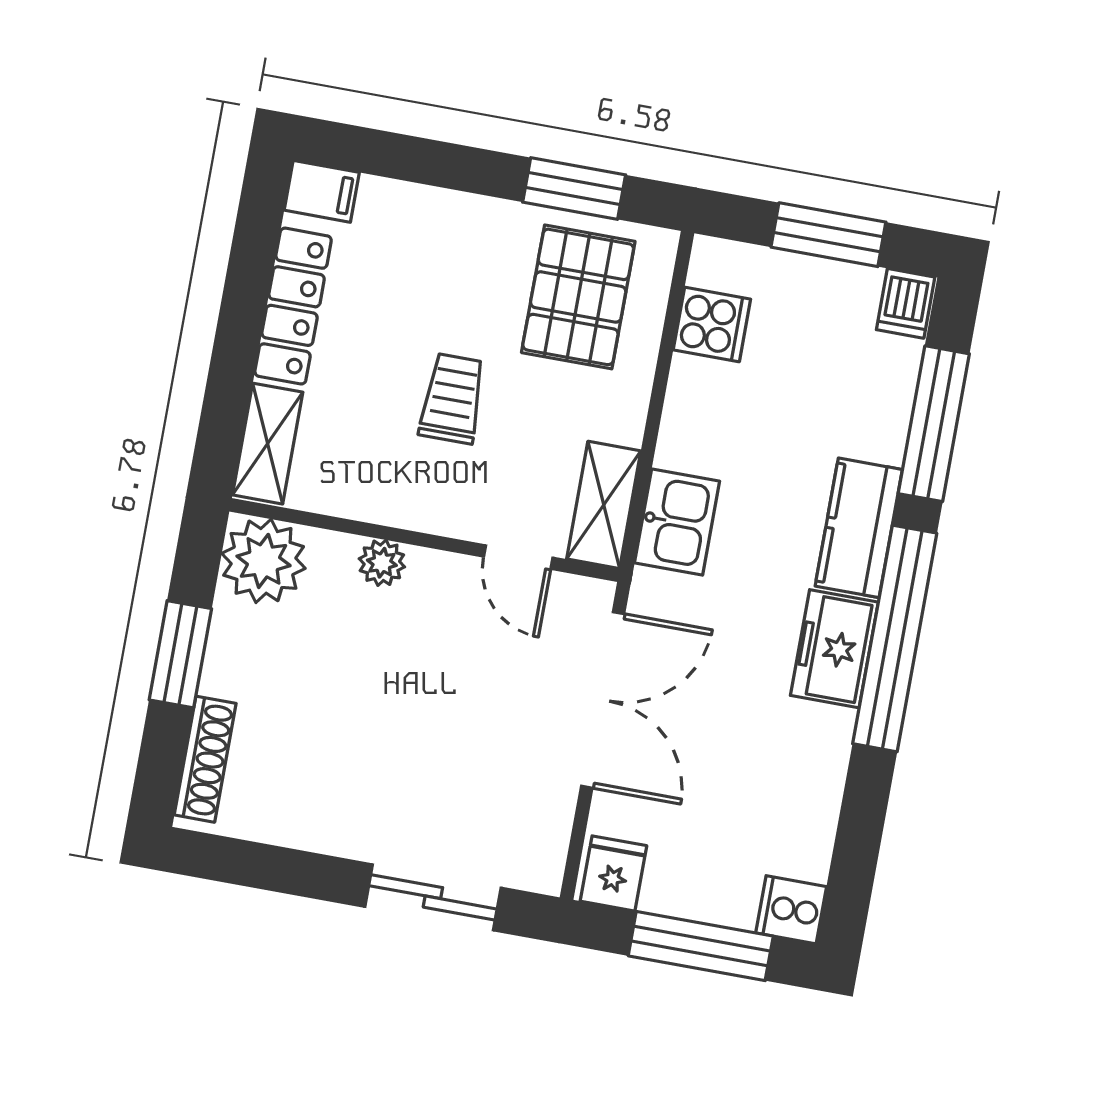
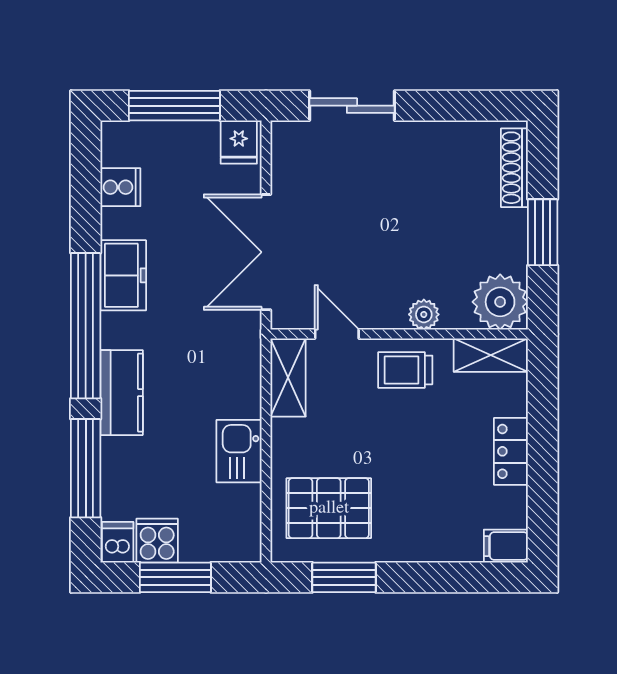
pallet: (578, 297) -> (329, 508), turned 90
locker: (293, 306) -> (511, 451), width x0.66
cooker: (712, 325) -> (157, 541), moved, turned 90
trolley: (452, 399) -> (405, 370), moved, turned 90
shelving: (268, 444) -> (491, 355), moved, turned 90
kitchen sink: (677, 522) -> (239, 451), moved
freezer: (834, 649) -> (123, 275), moved
cooker: (791, 910) -> (120, 187), moved

